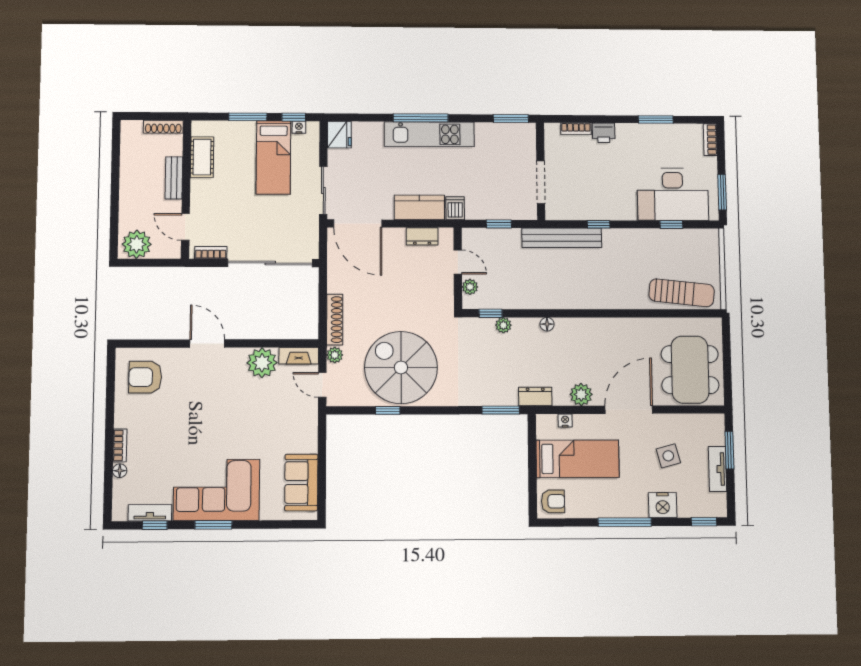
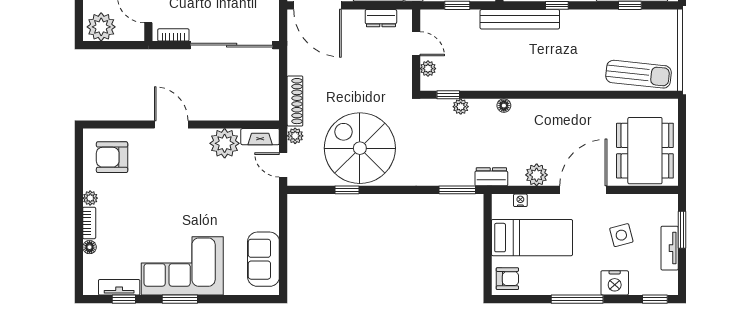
plant: (122, 420) -> (90, 198), added

